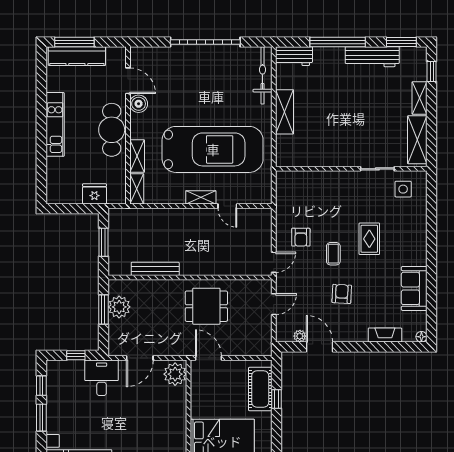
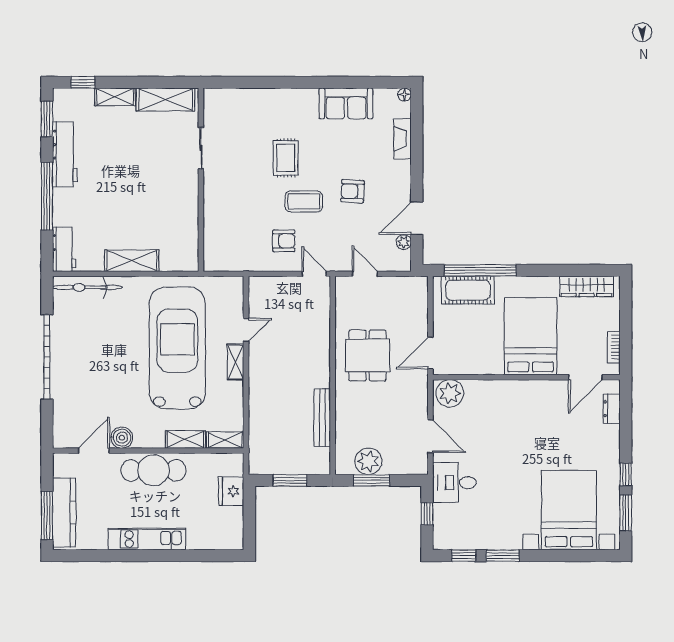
side table: (403, 189) -> (225, 117), removed
rug: (369, 239) -> (286, 158), turned 90
coffee table: (333, 254) -> (304, 201), width x1.36, depth x1.30
window: (276, 399) -> (480, 270), width x3.17

